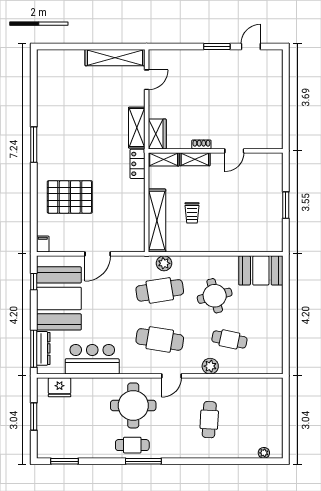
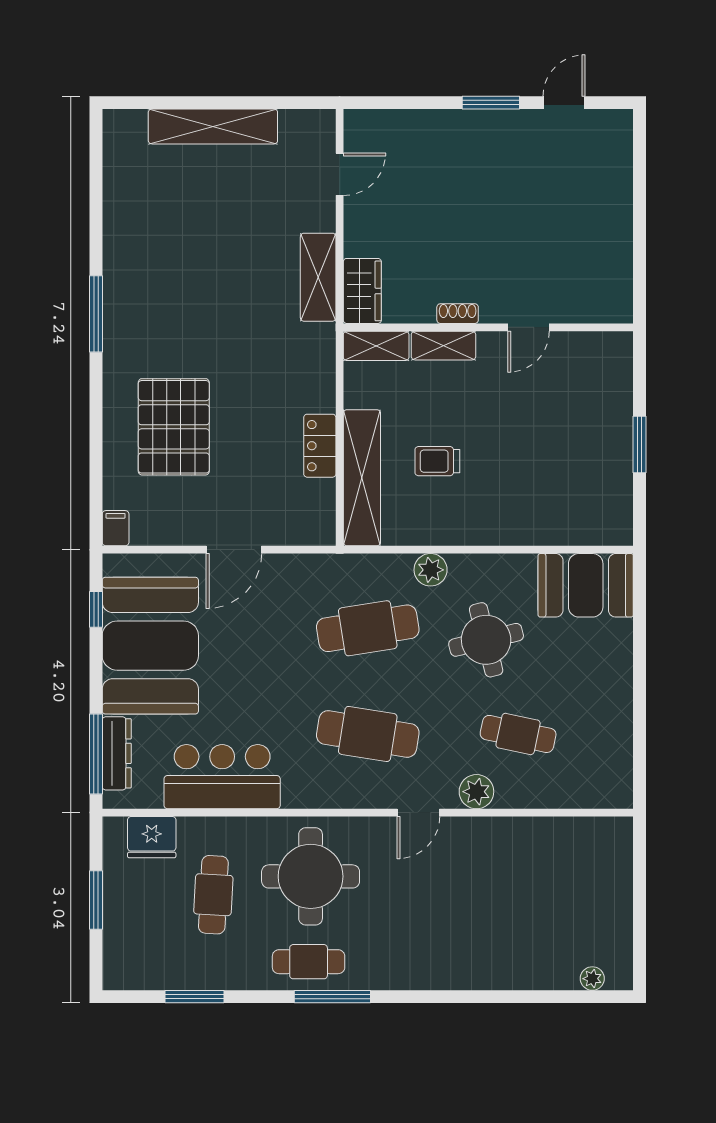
shelving: (115, 58) -> (213, 126), moved
locker: (138, 164) -> (320, 446), moved
pallet: (70, 197) -> (174, 427), turned 90
trolley: (192, 213) -> (437, 461), turned 90
plant: (164, 263) -> (431, 570), moved
door: (171, 376) -> (418, 813), moved
cafe table: (209, 420) -> (213, 895), moved
window: (65, 461) -> (195, 997), moved

